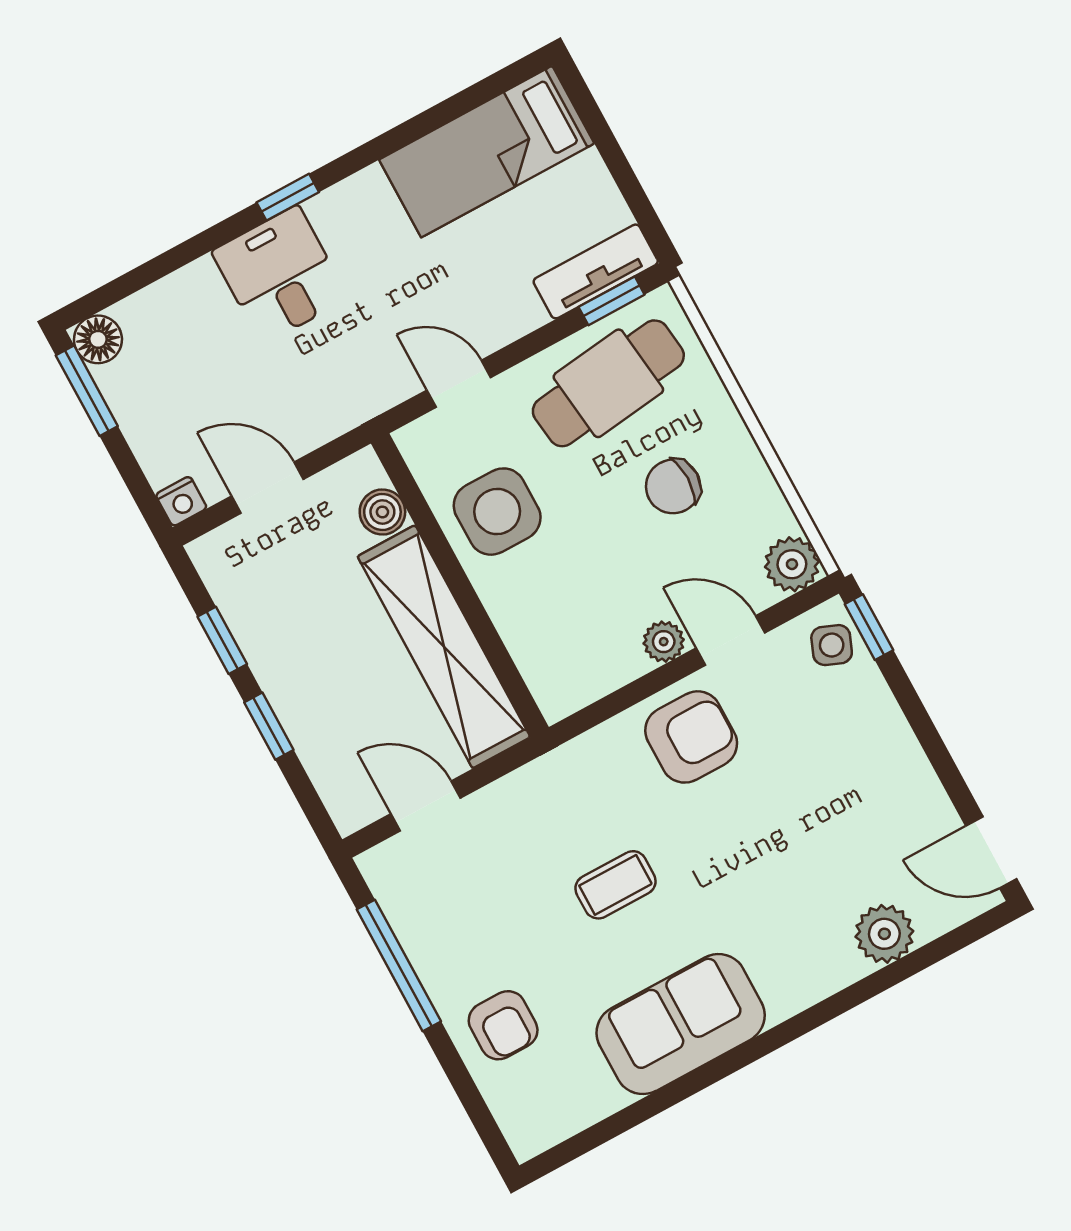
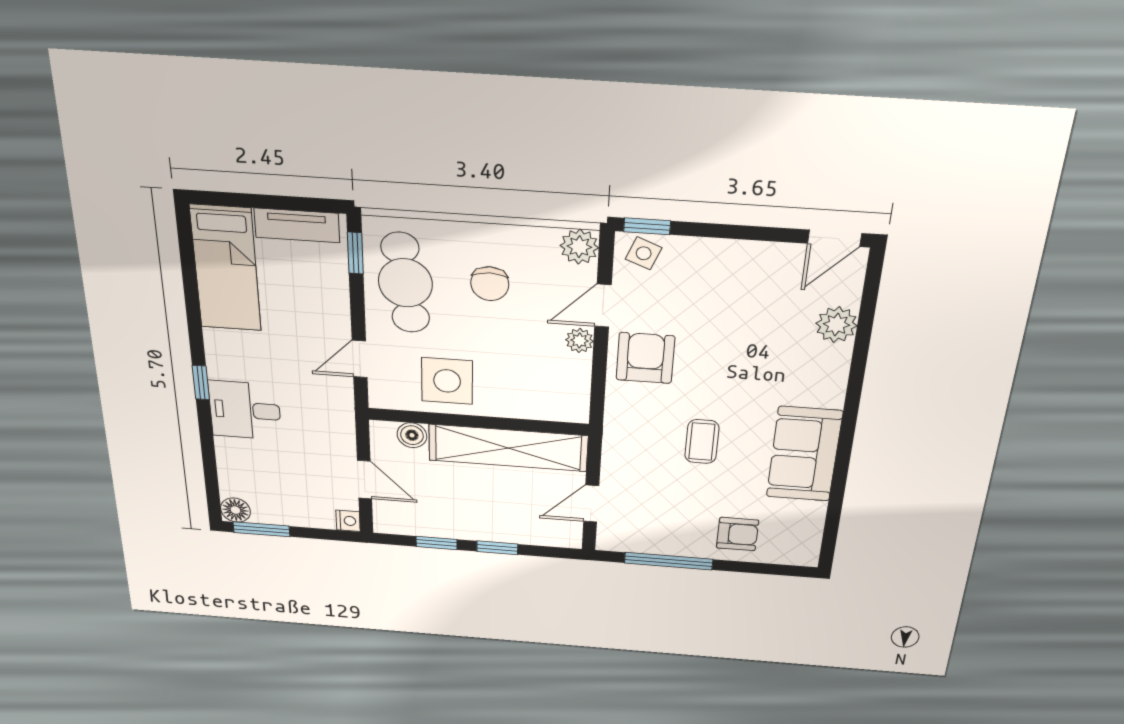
tv unit: (596, 271) -> (297, 225), moved, turned -90
door: (267, 488) -> (364, 480), swing flipped

